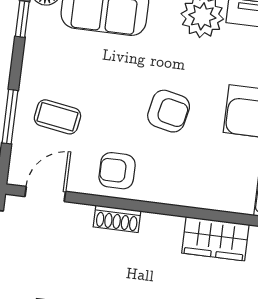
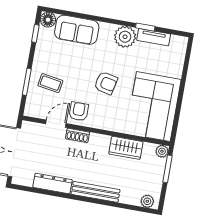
armchair: (117, 171) -> (79, 111), turned 90
door: (45, 194) -> (56, 124), moved

